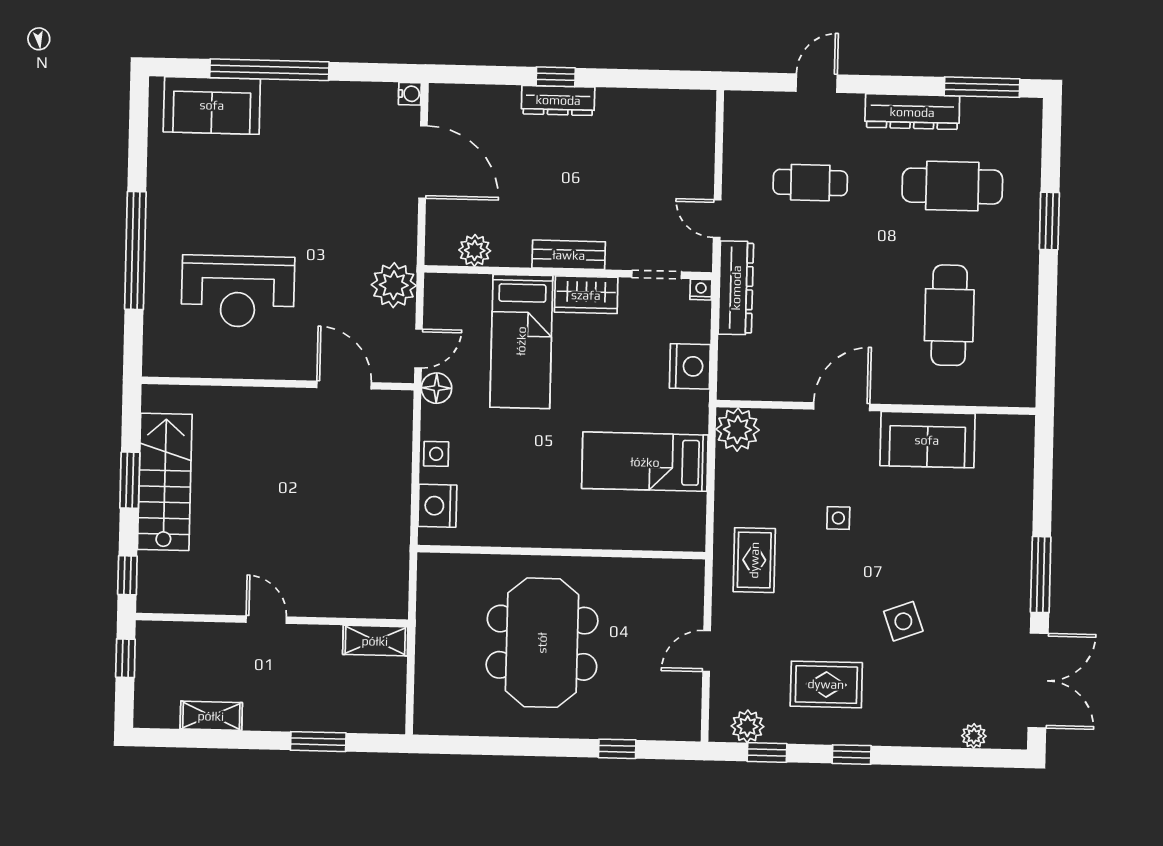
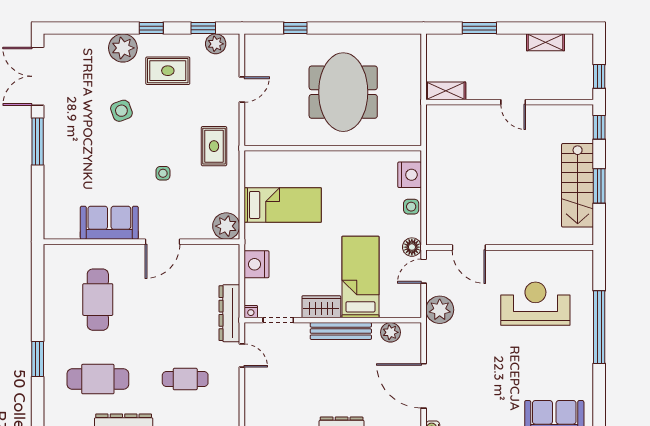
bench: (569, 255) -> (341, 331), width x1.36
plant: (974, 736) -> (123, 48), moved, width x1.88, depth x1.88

